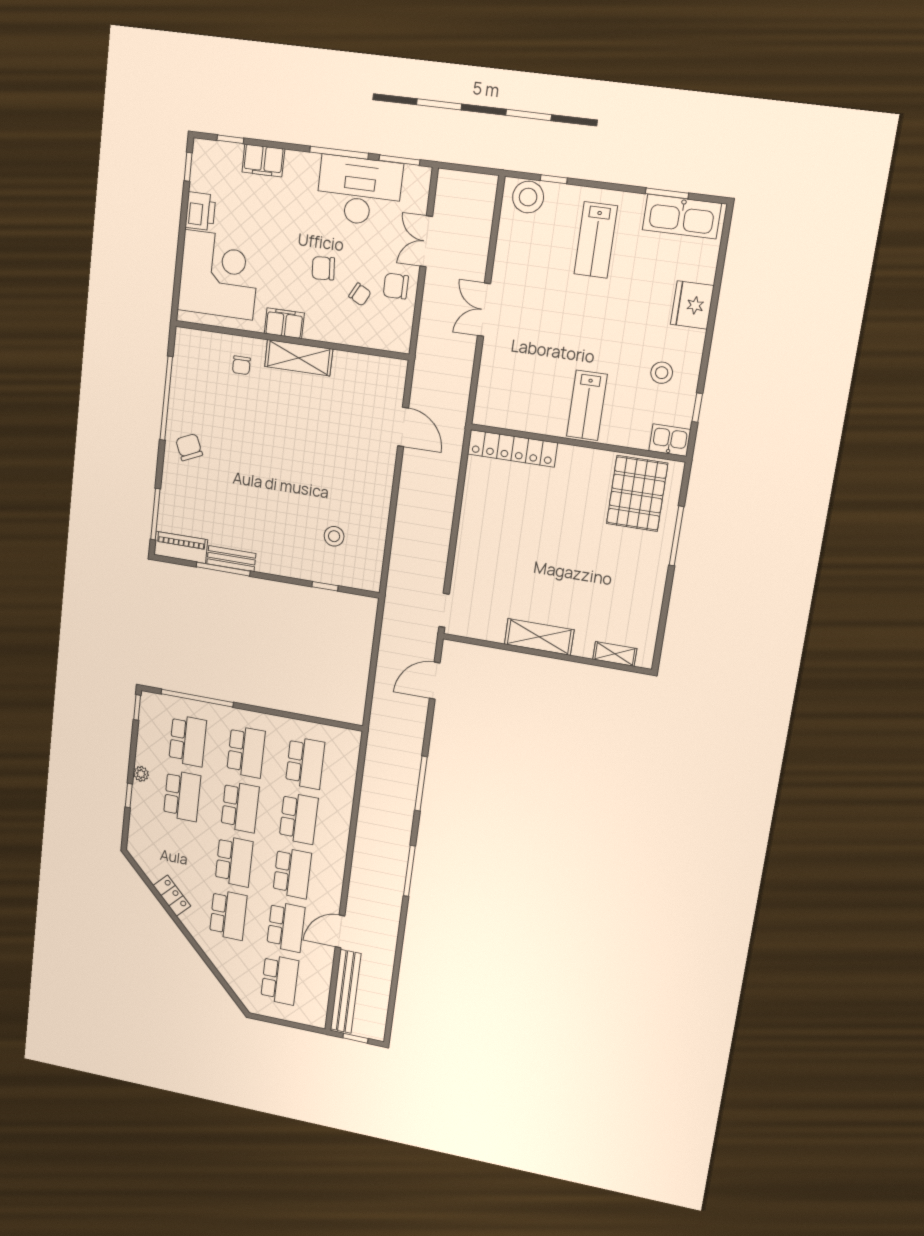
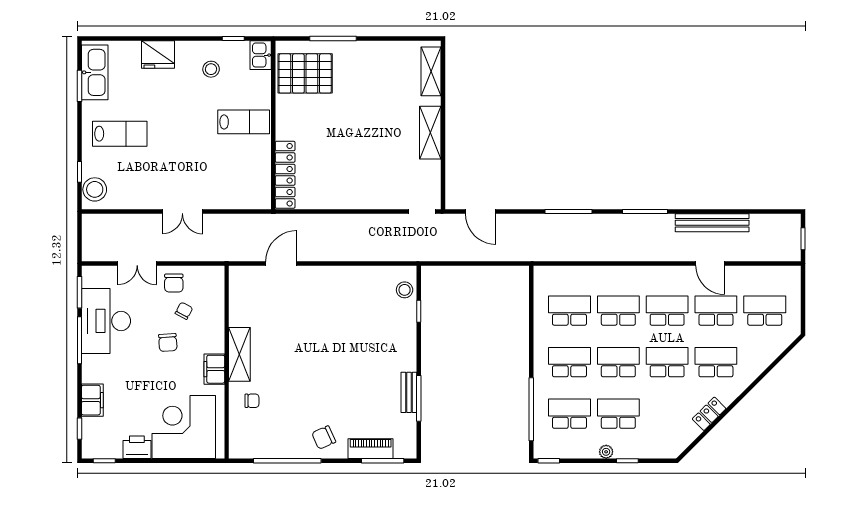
stool: (334, 536) -> (405, 290), moved
piano: (181, 547) -> (371, 449), moved, turned 90
shelving: (615, 654) -> (431, 71), width x1.50, depth x1.33
bench: (346, 991) -> (712, 223), moved

